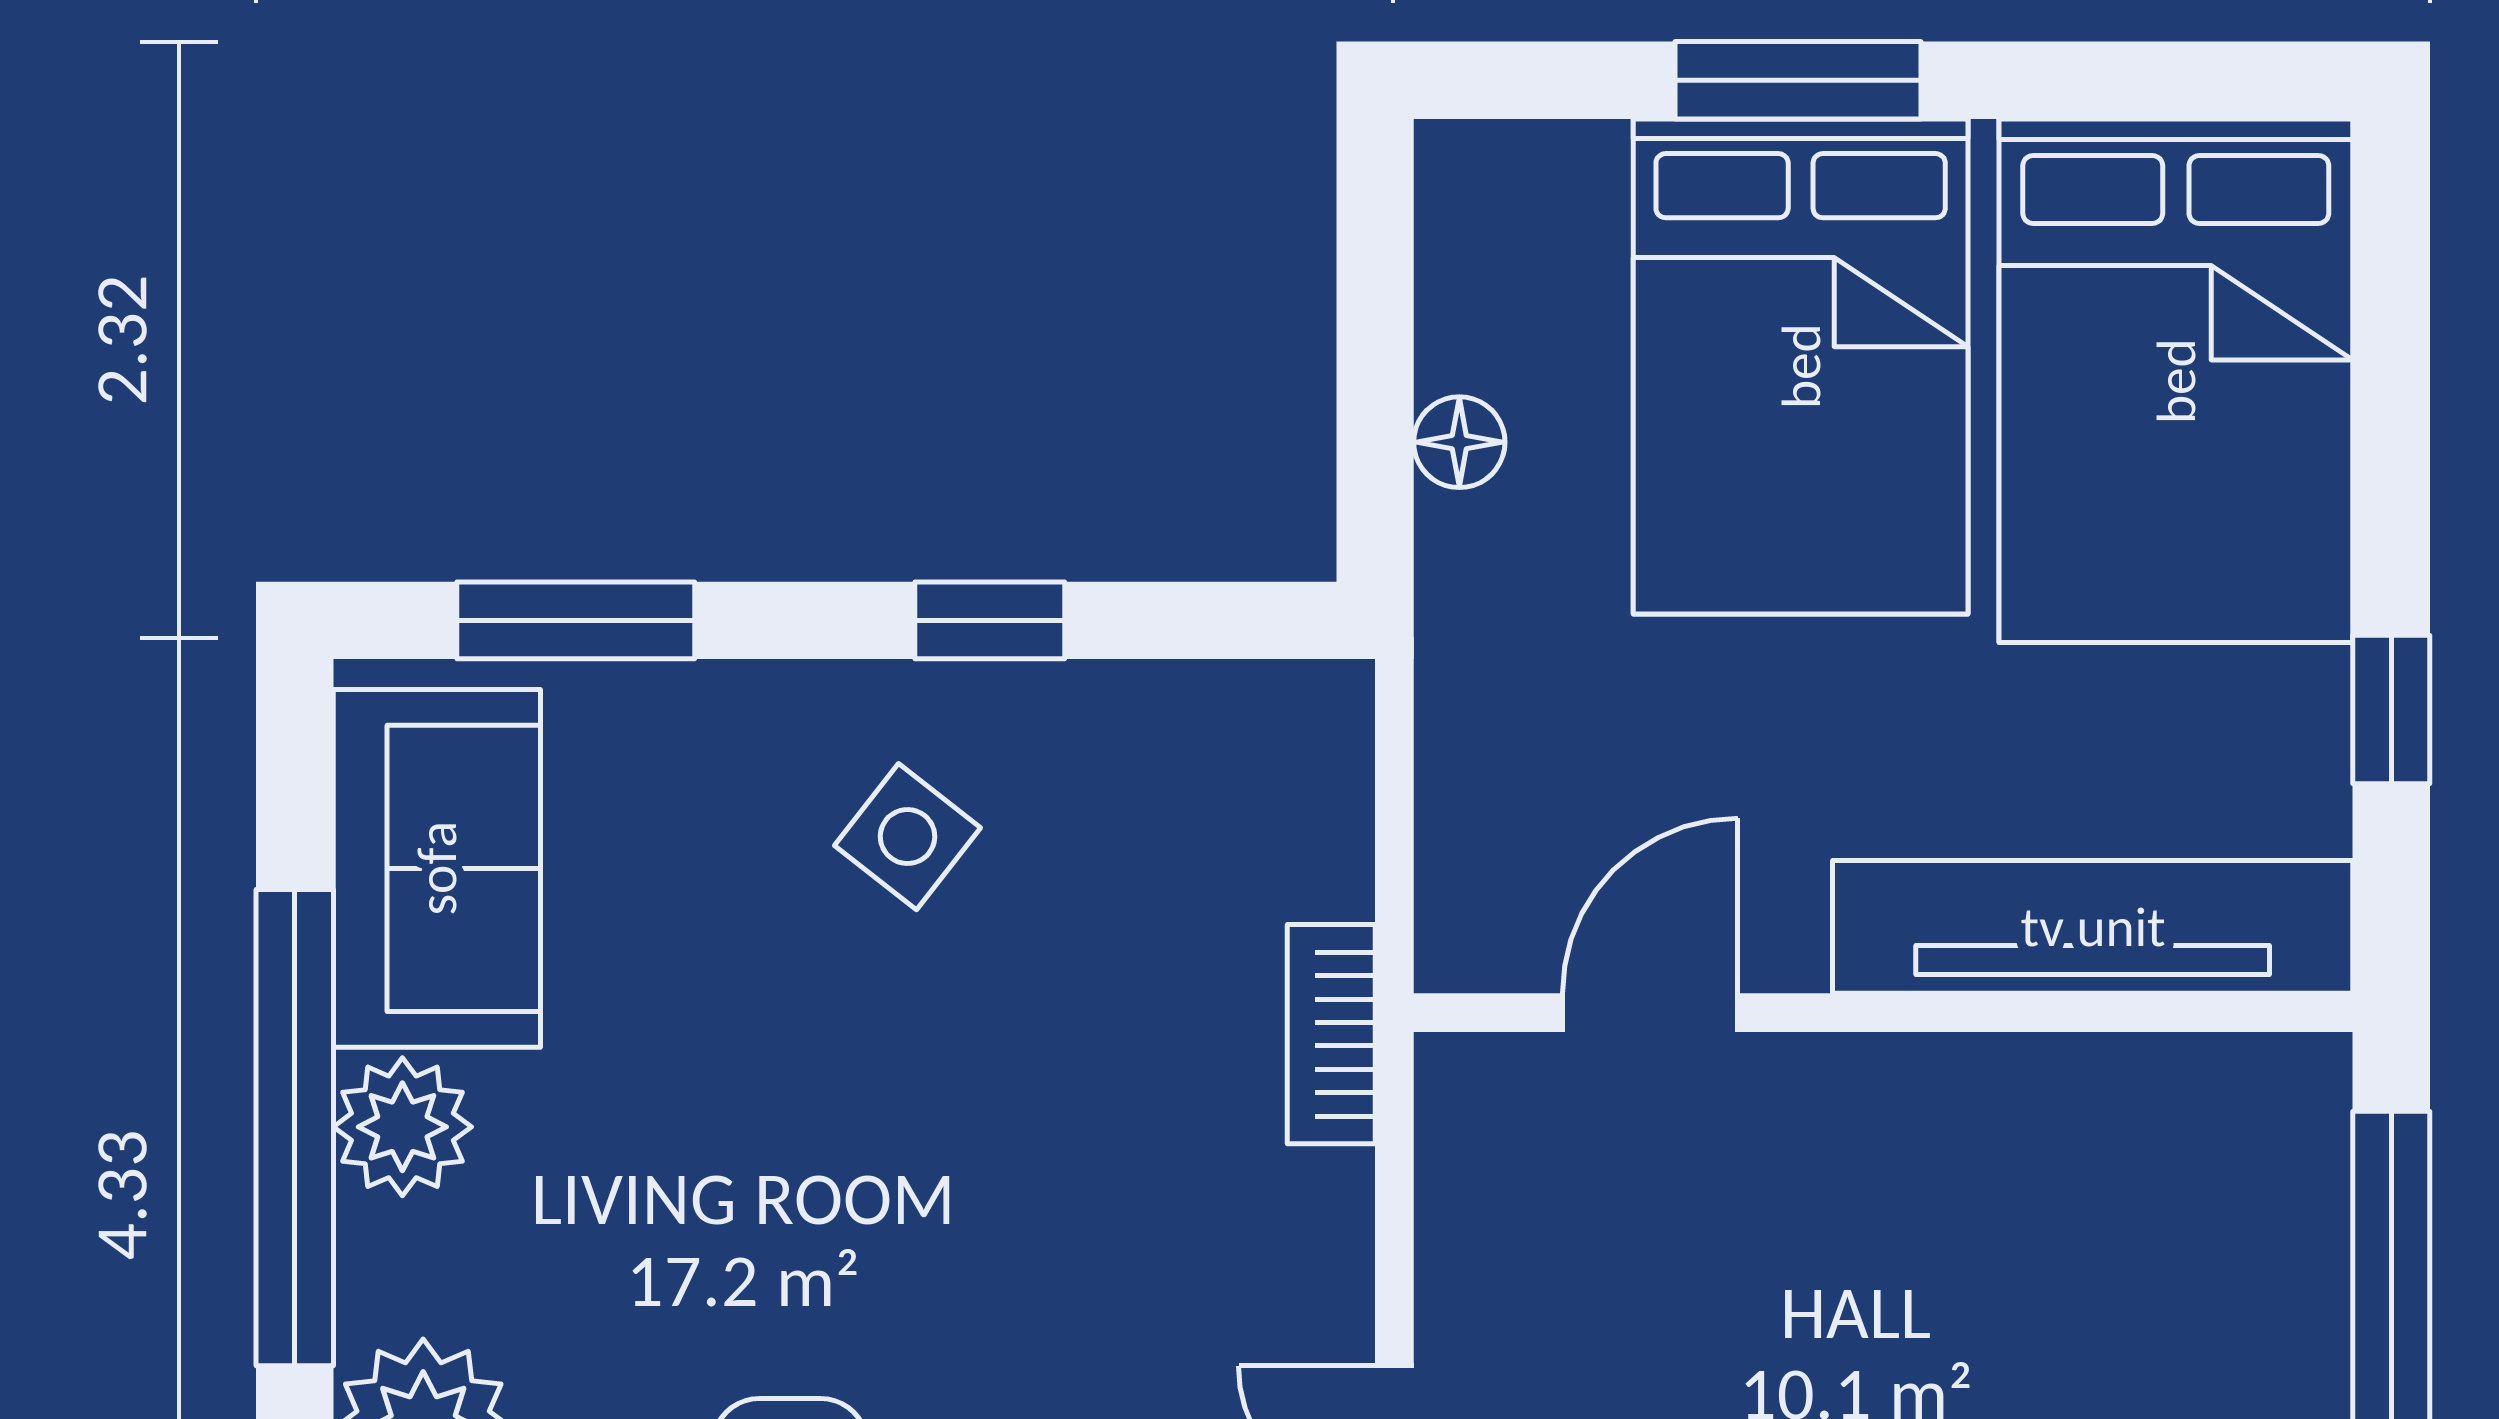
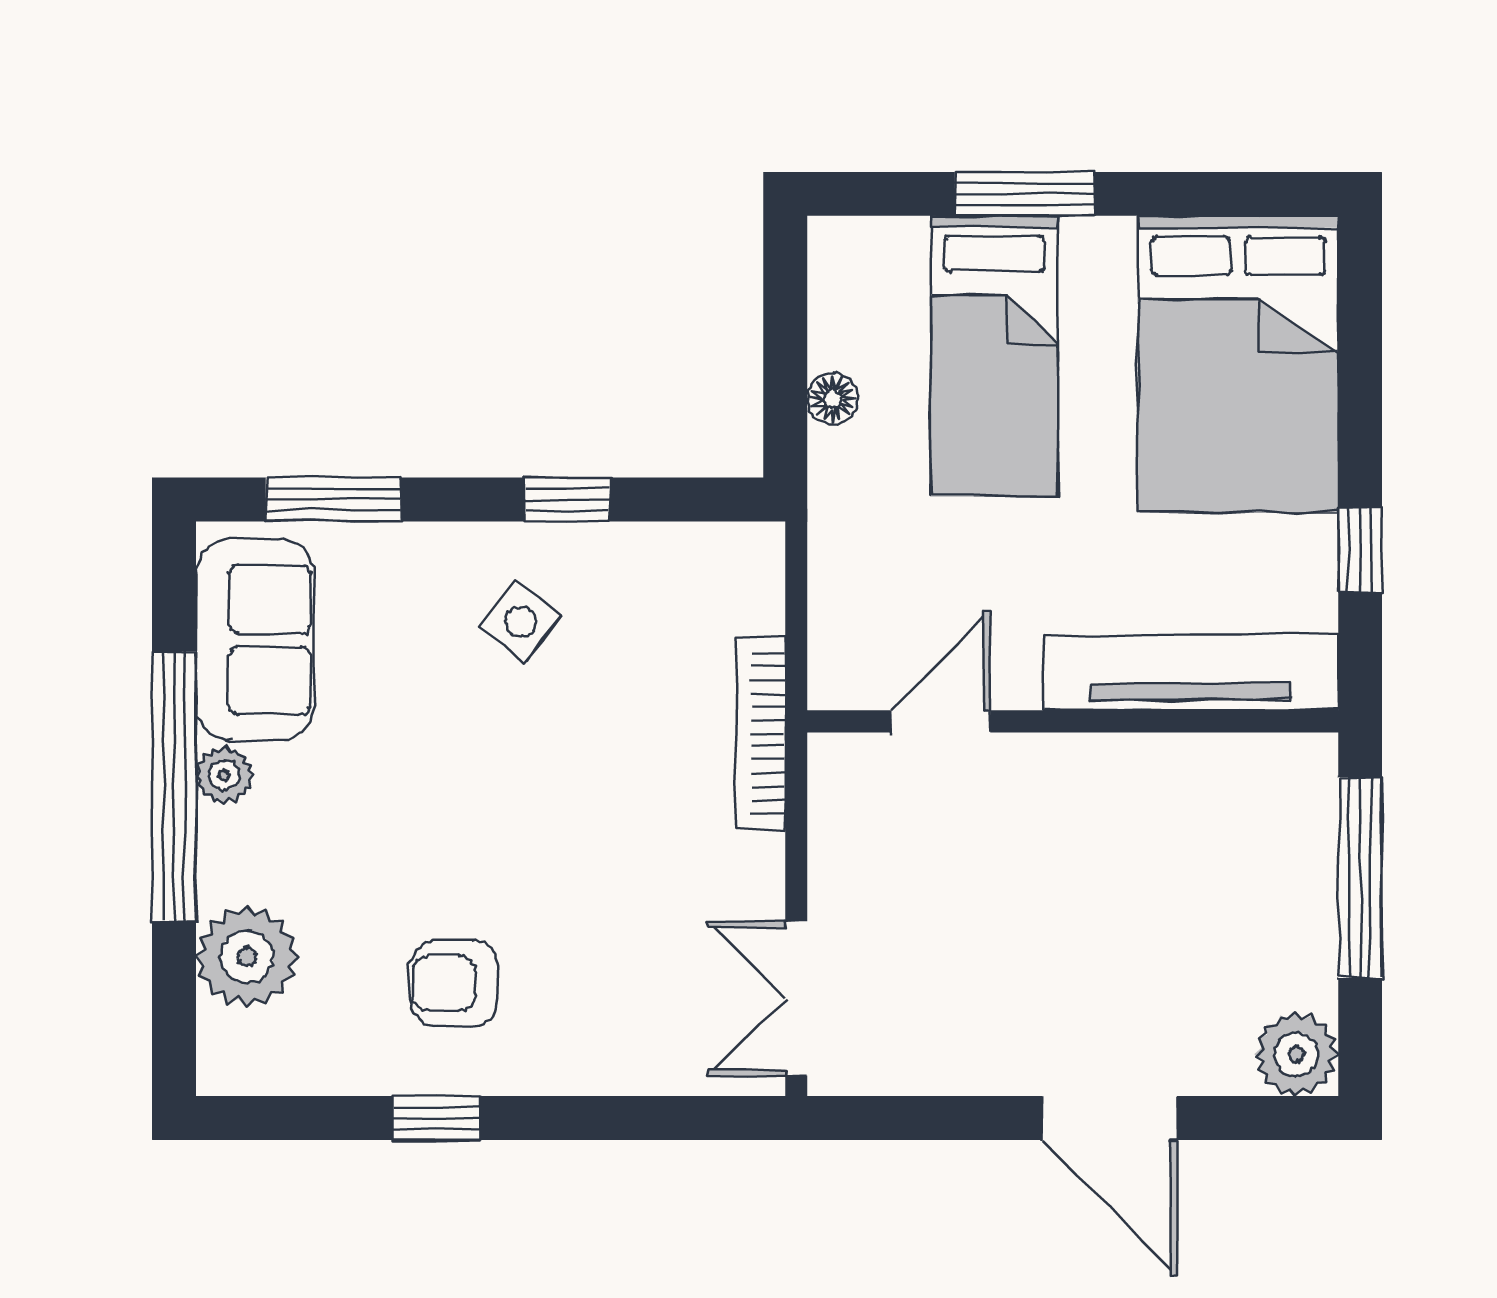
bed: (1801, 366) -> (994, 356), width x0.67
bookcase: (1331, 1034) -> (760, 734), width x1.56
plant: (402, 1127) -> (224, 775), width x0.73, depth x0.73

